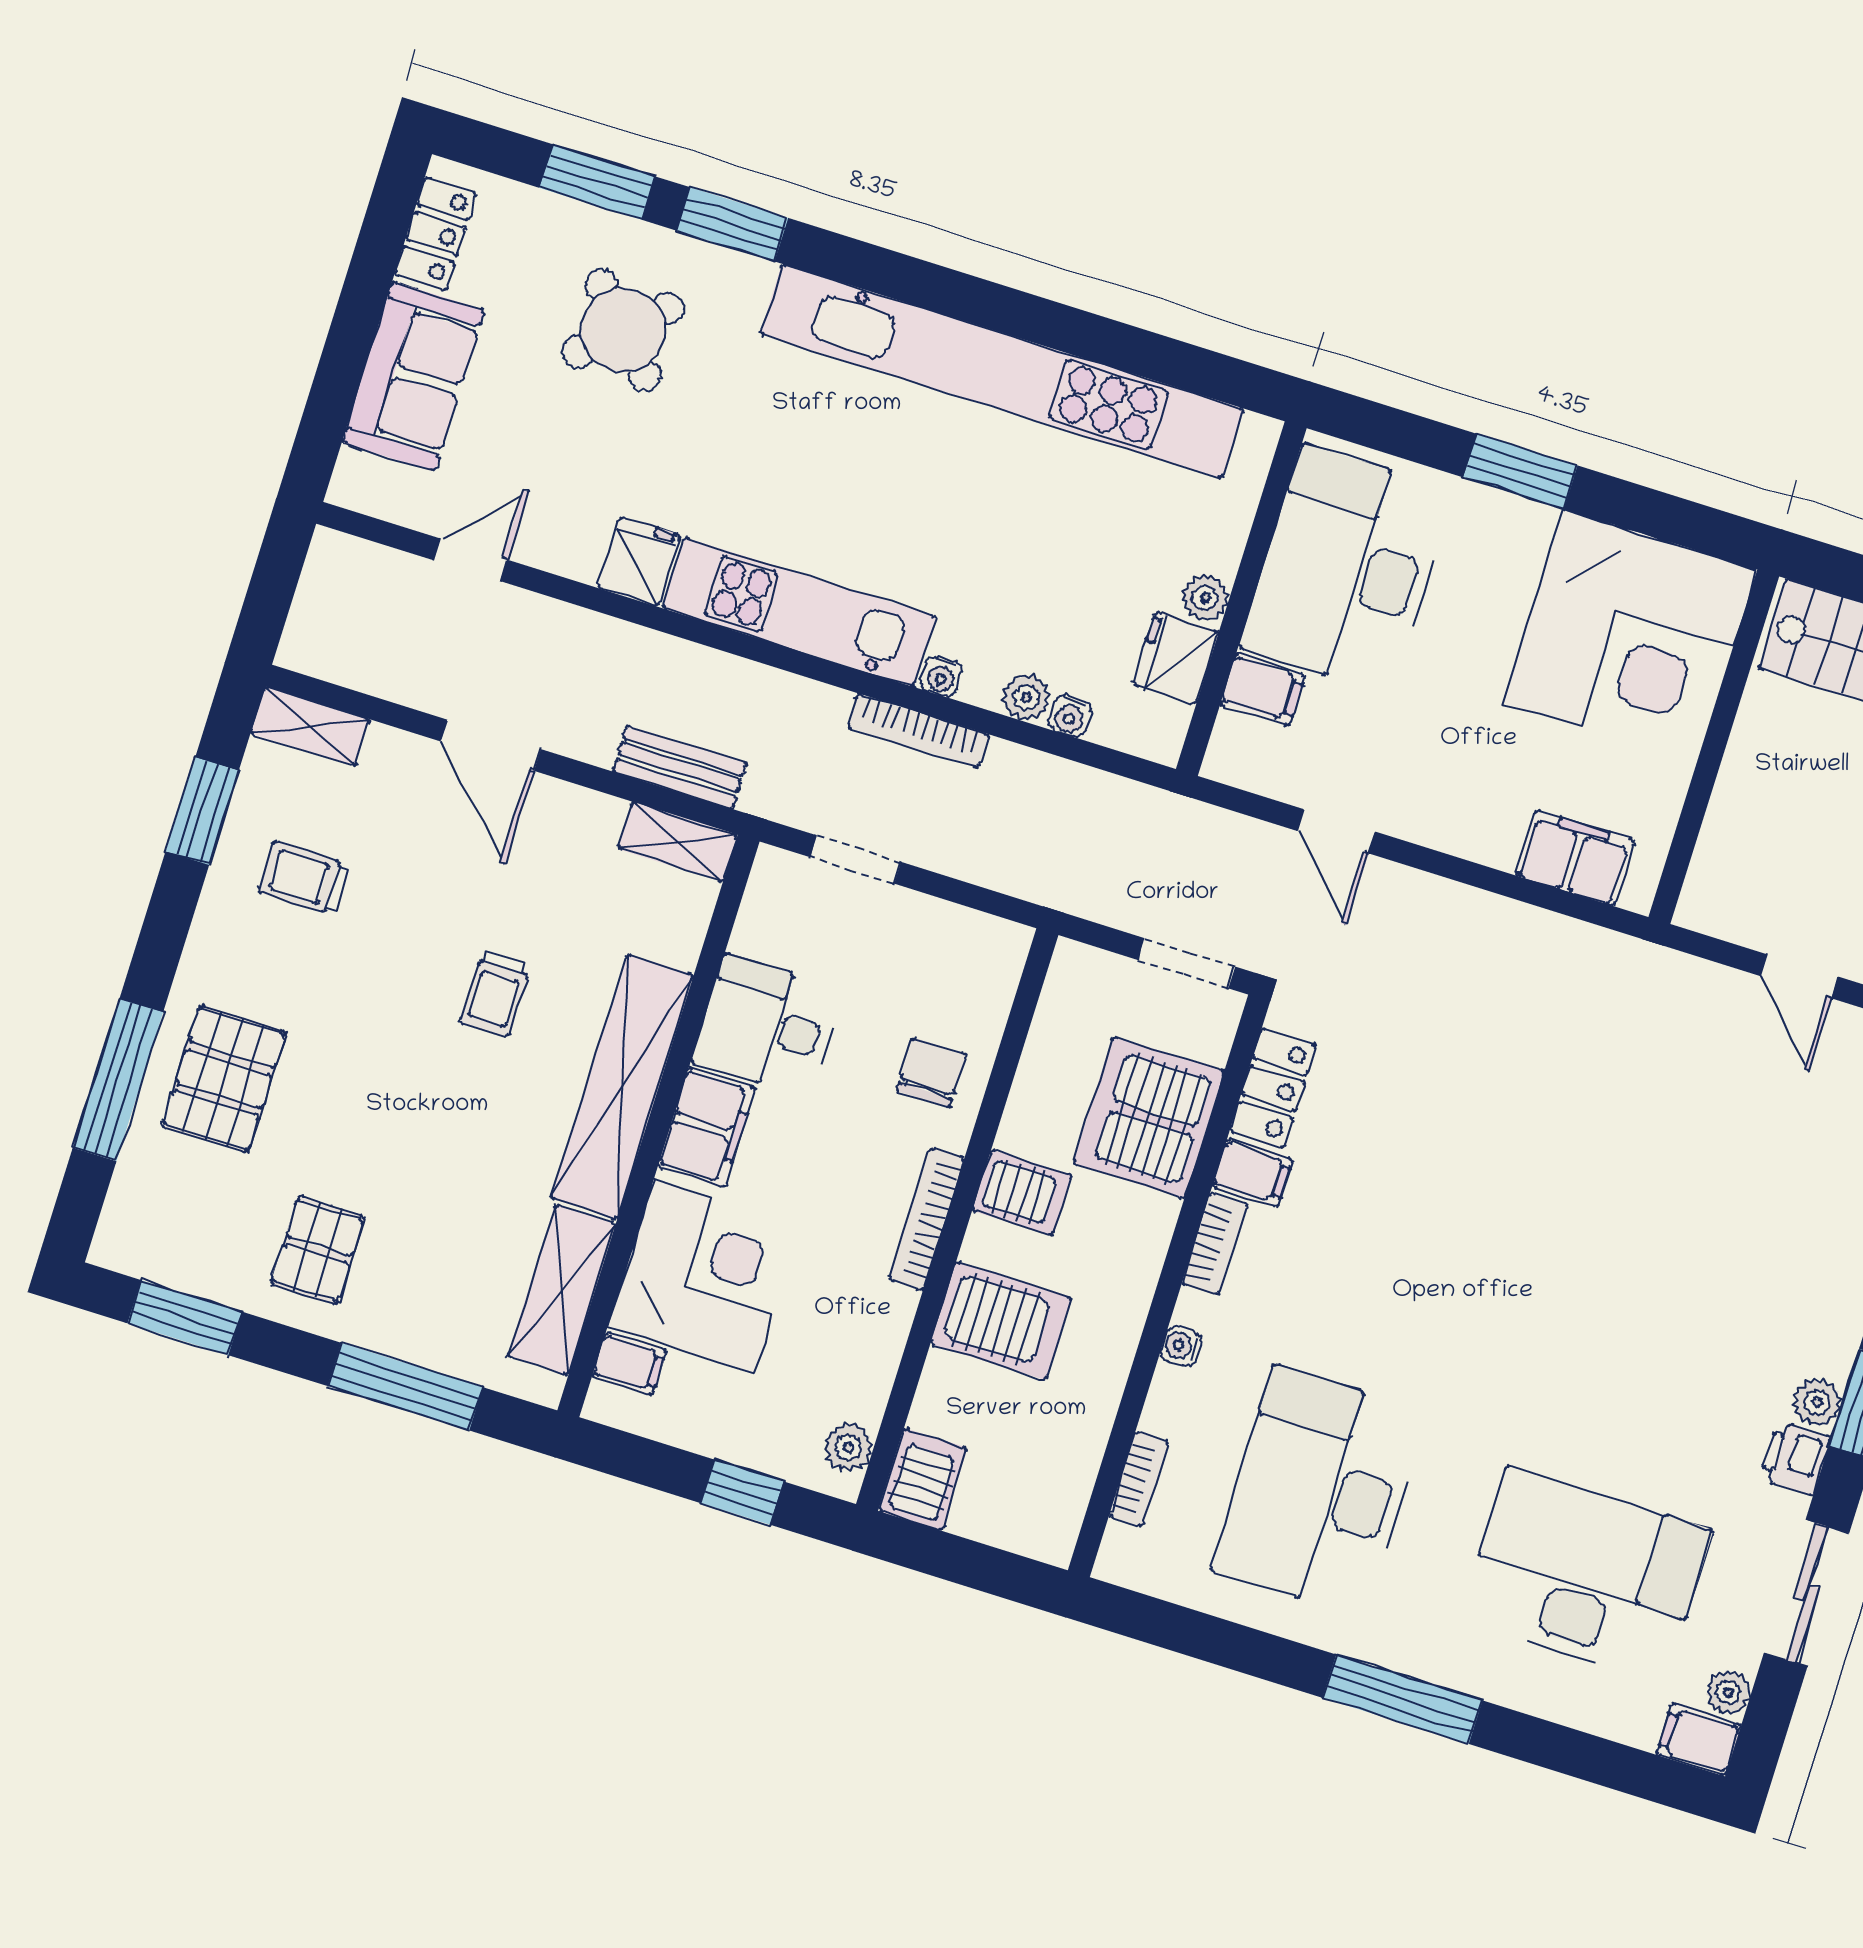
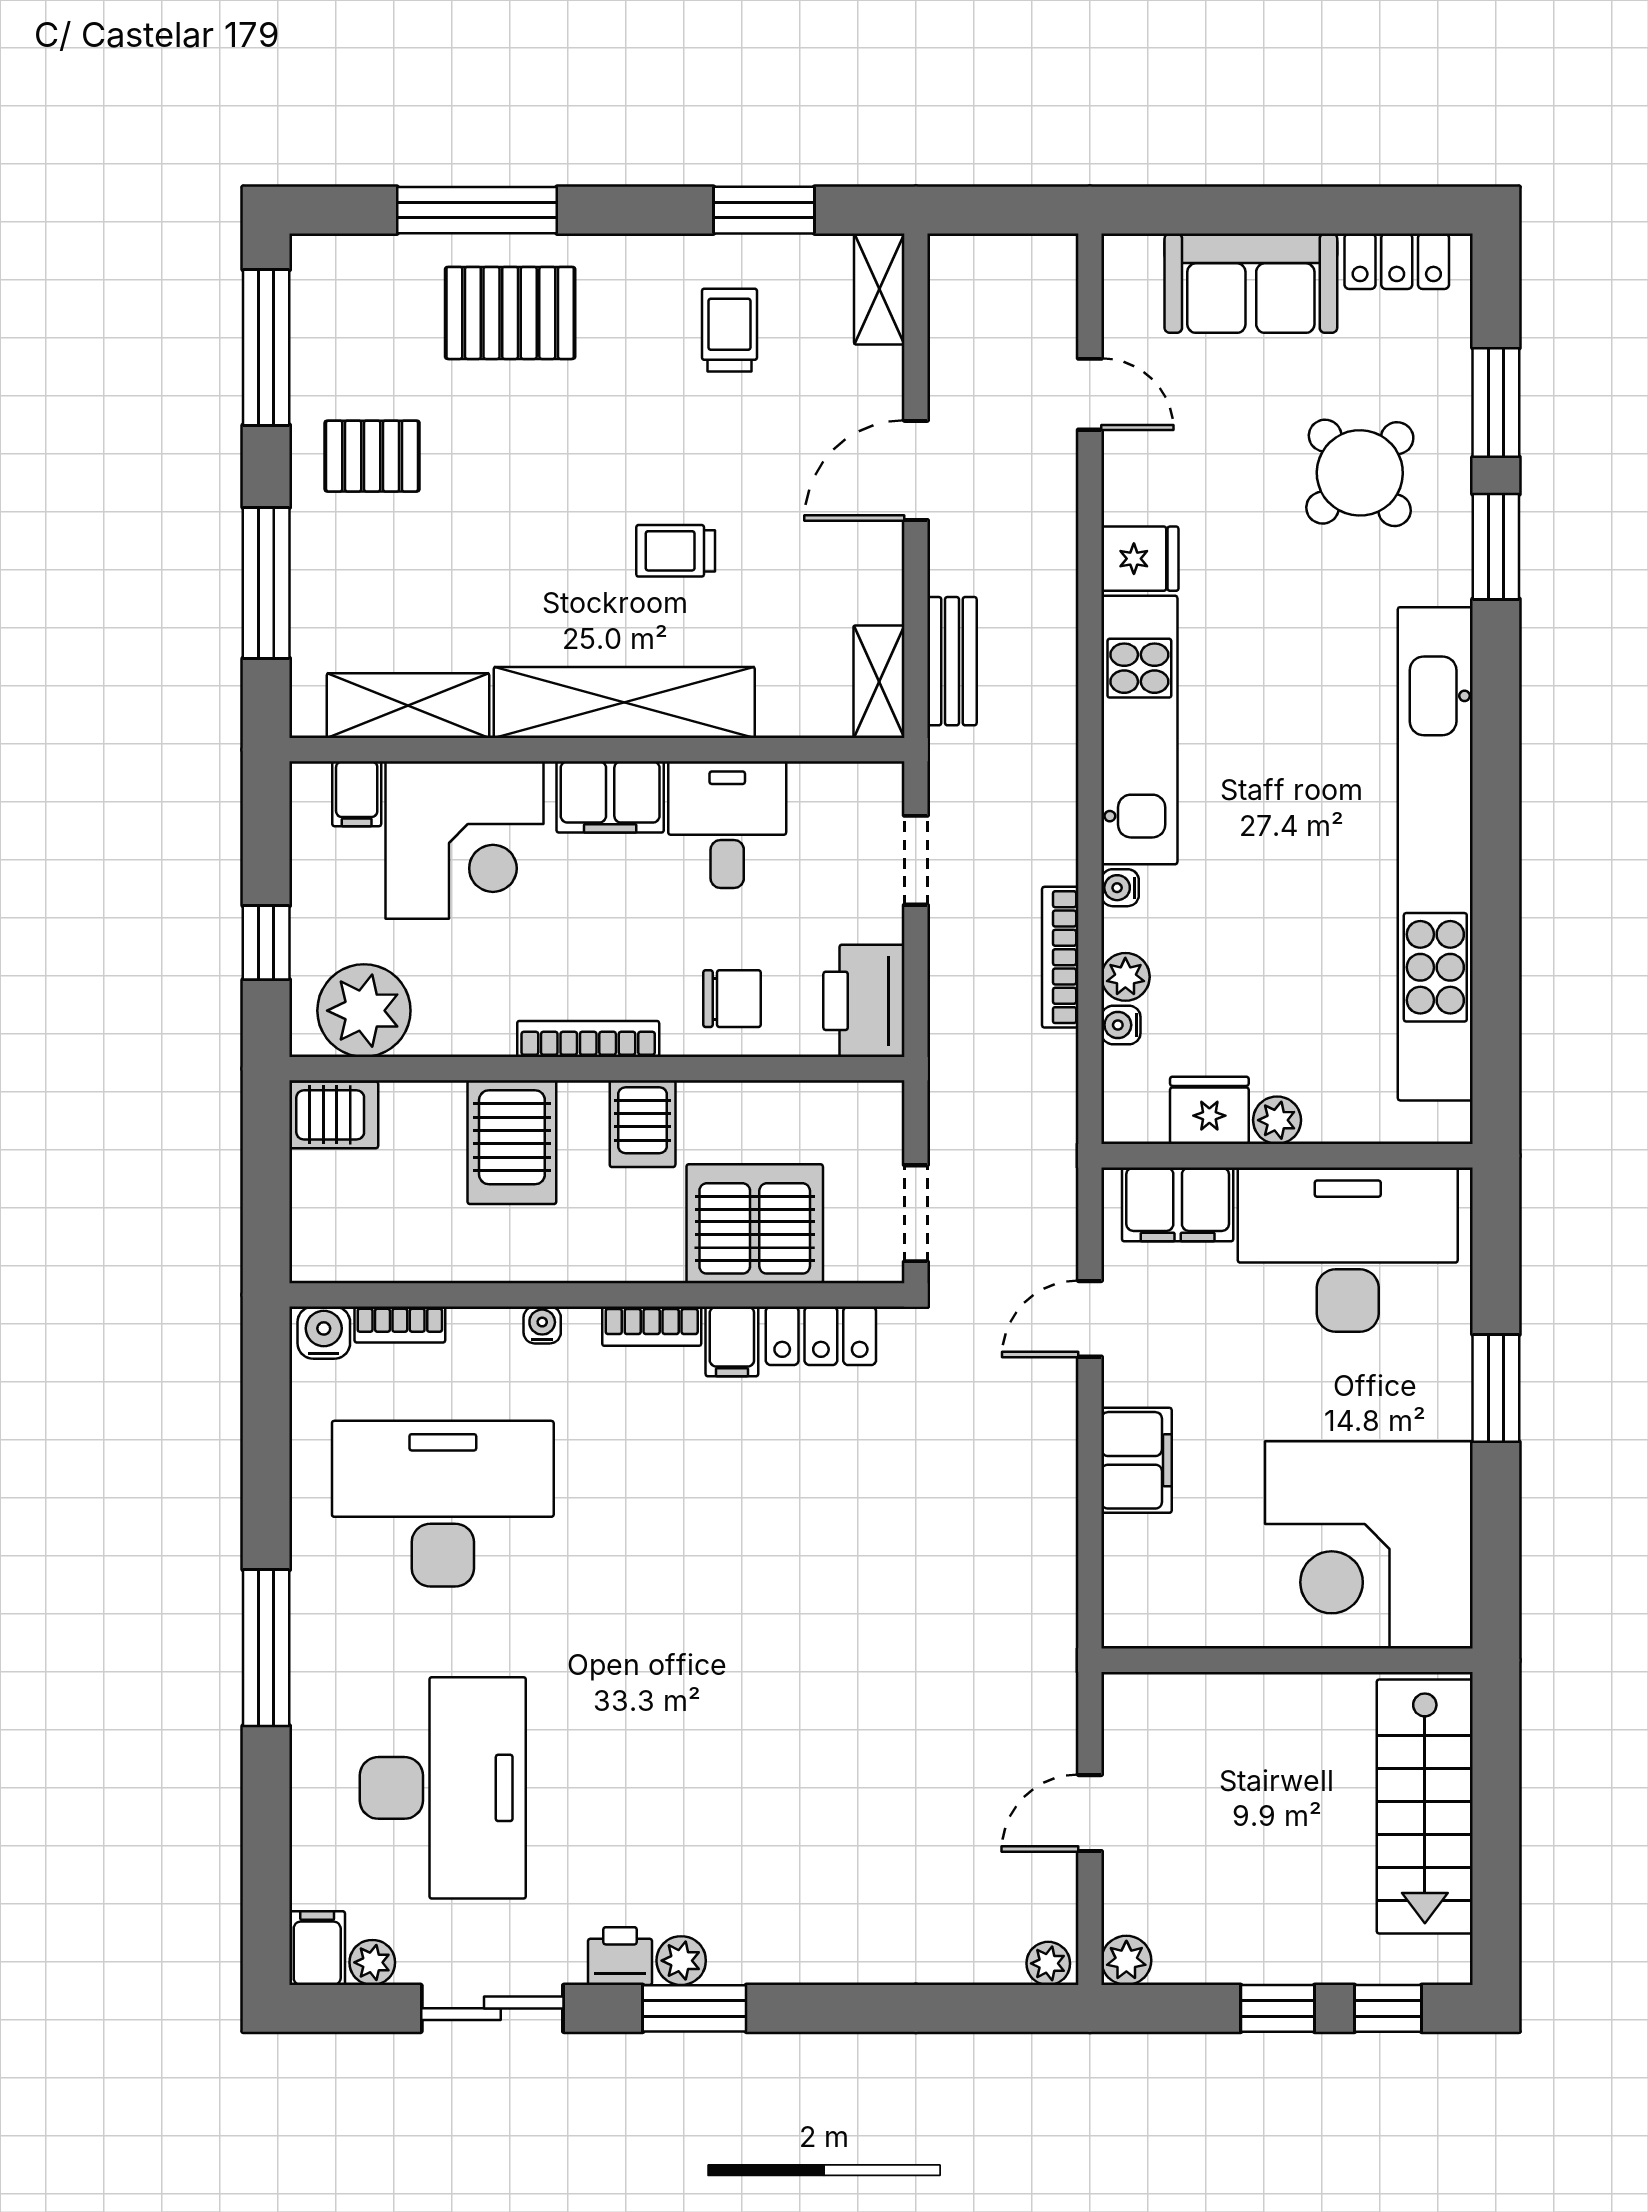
filing cabinet: (1263, 689) -> (1178, 1204), width x2.00
bookcase: (919, 731) -> (1060, 957), moved
filing cabinet: (1575, 858) -> (1137, 1460), moved
printer: (972, 950) -> (864, 1001), added
window: (185, 1318) -> (266, 347), width x1.44
plant: (848, 1447) -> (364, 1011), width x1.88, depth x1.88
water cooler: (1124, 1553) -> (324, 1333), added

